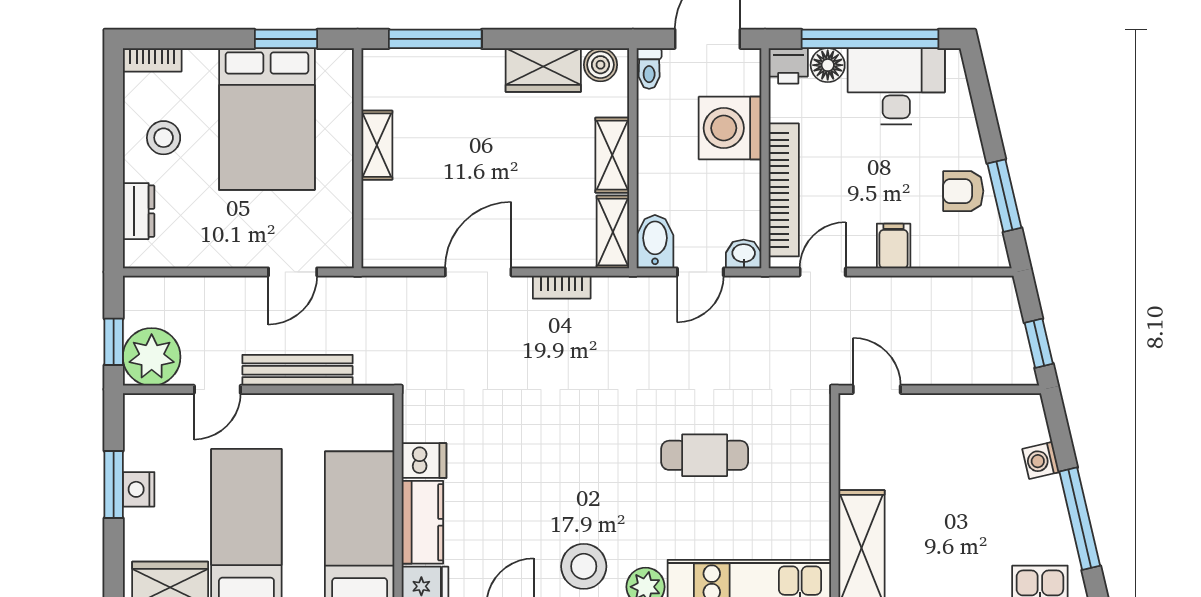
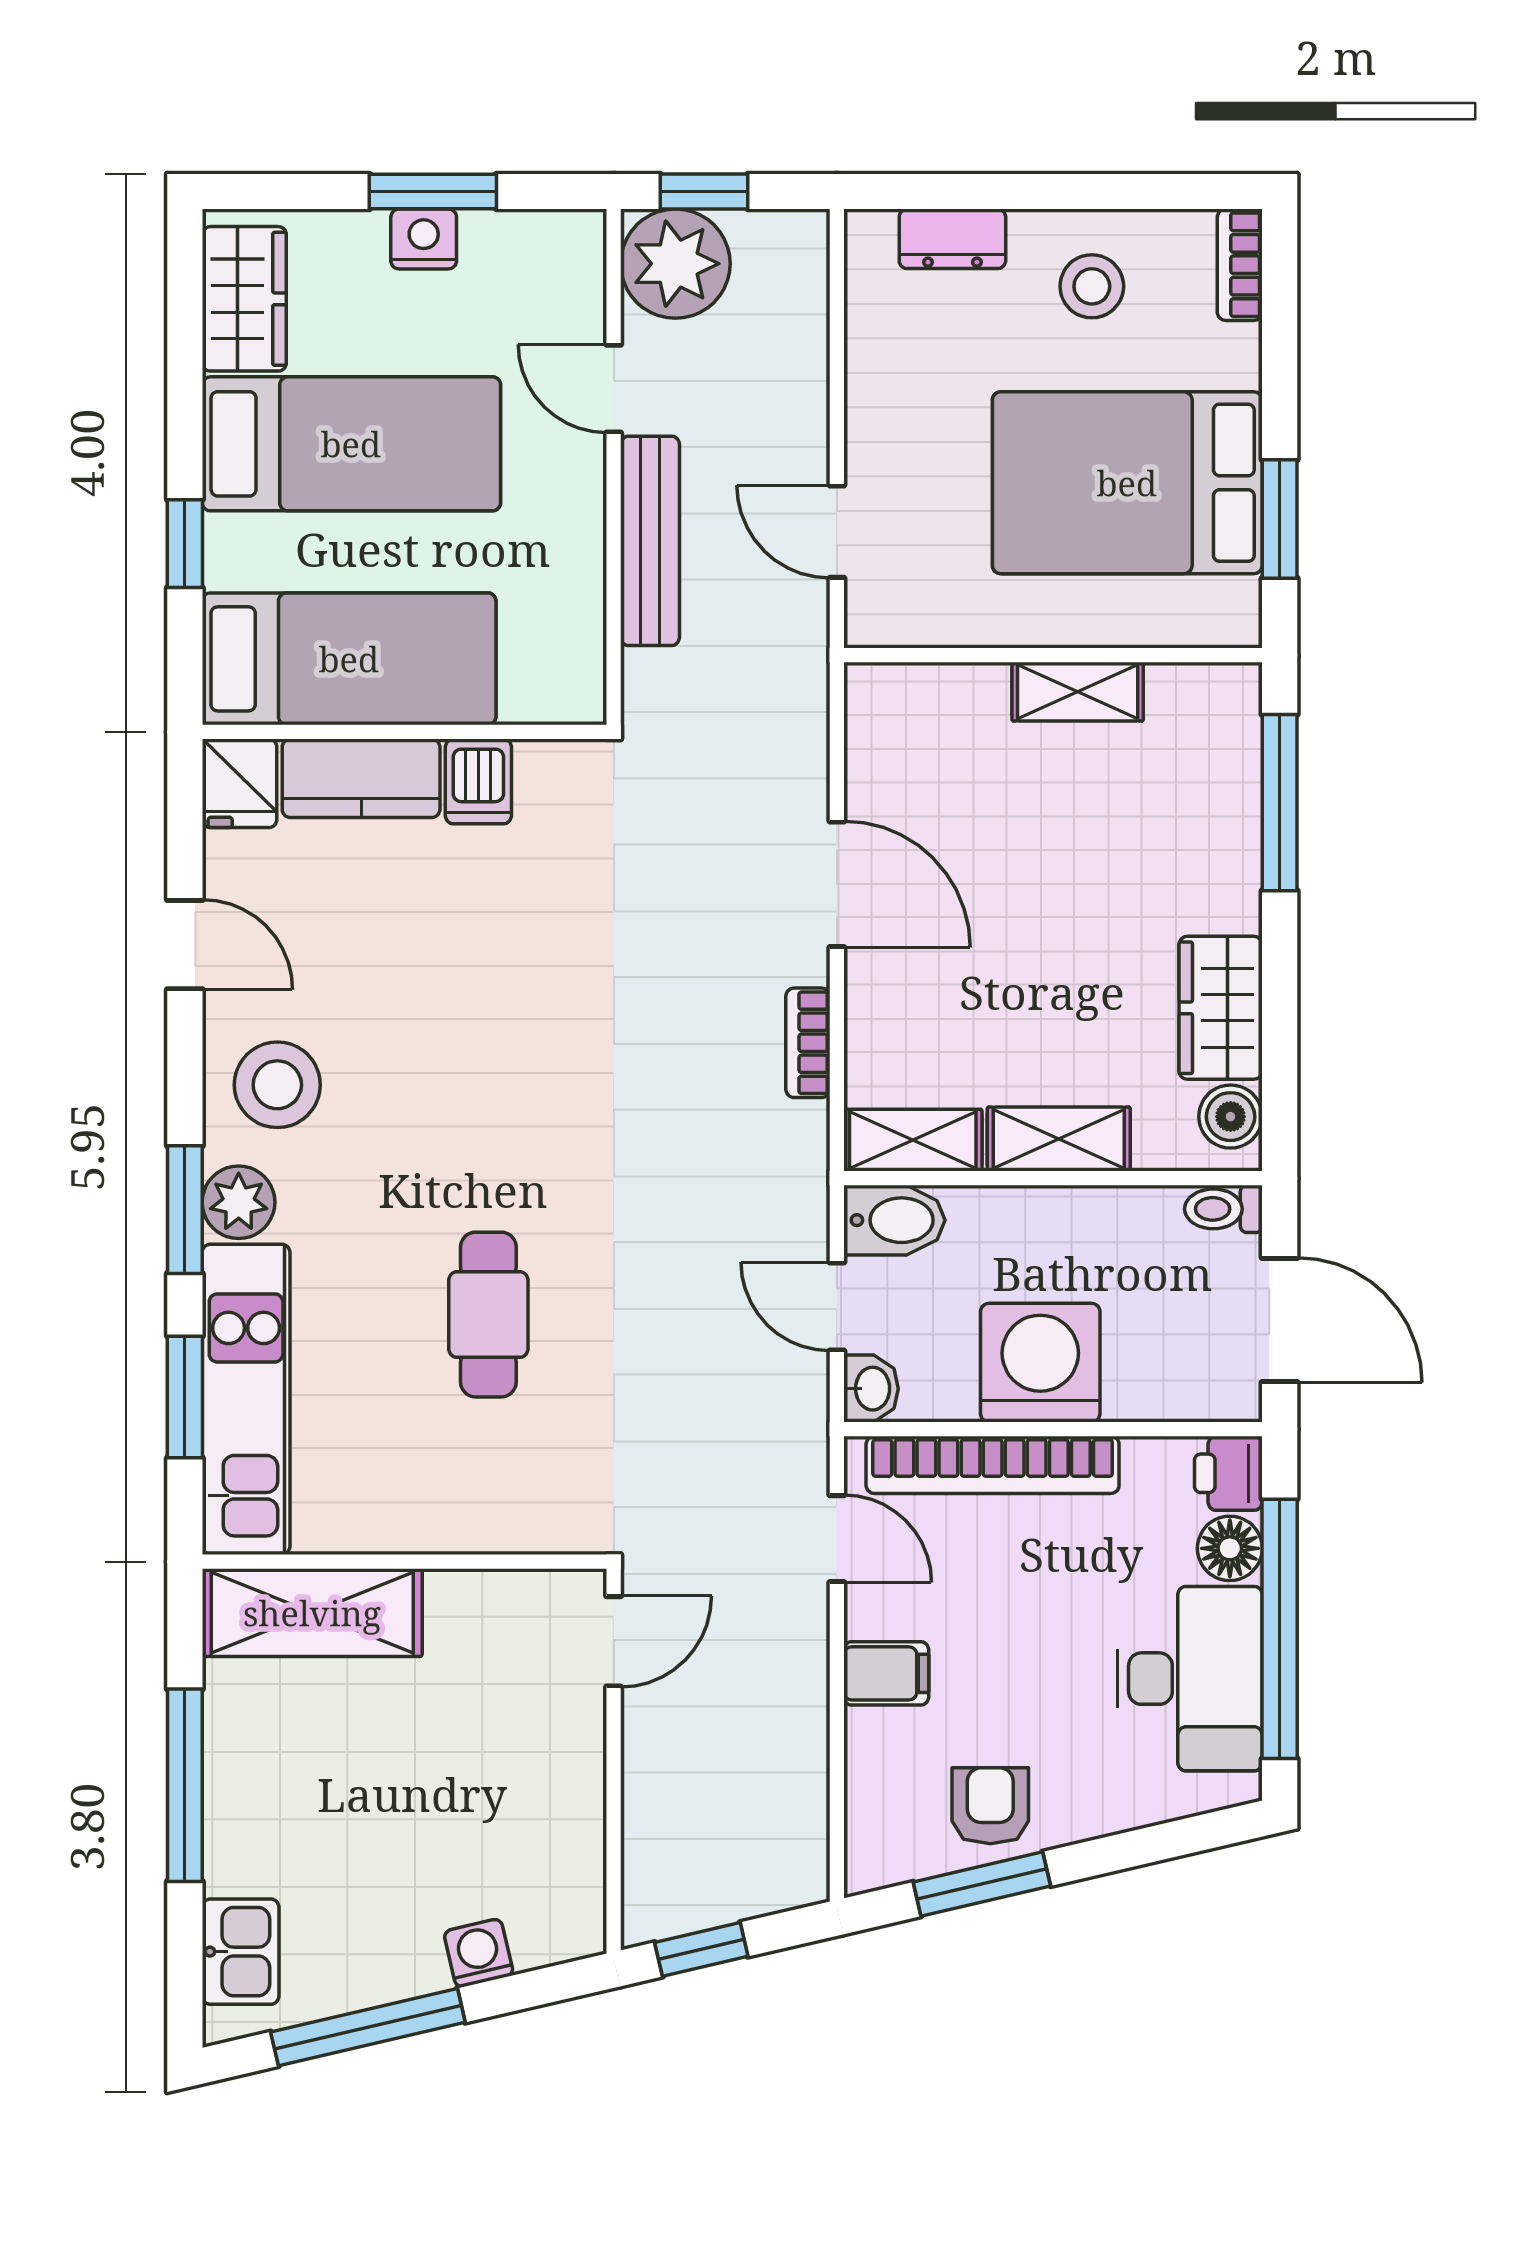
washing machine: (730, 128) -> (1040, 1363), moved

